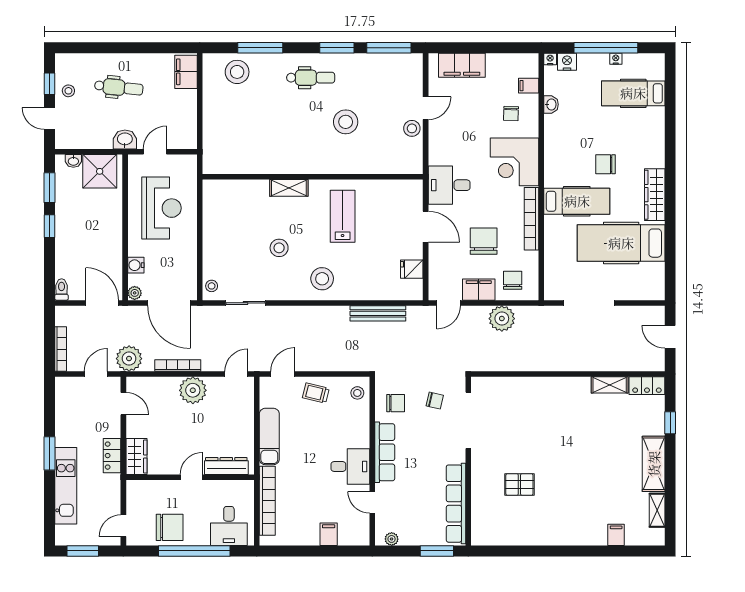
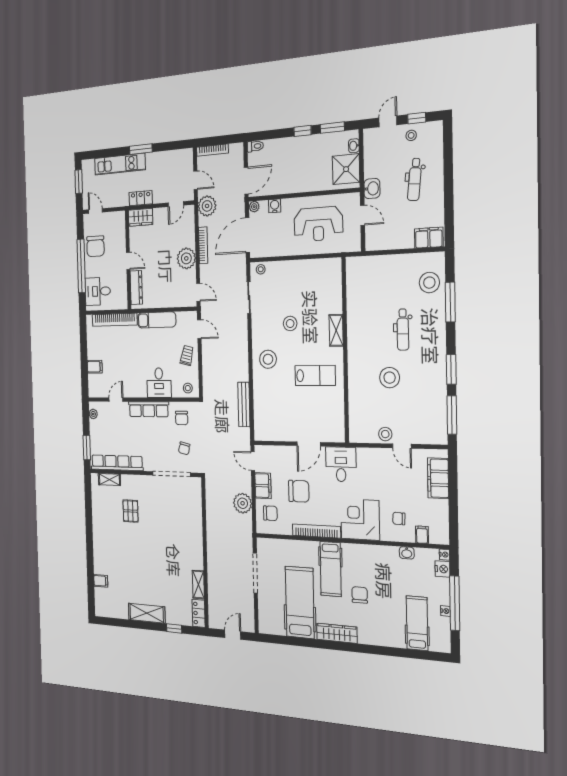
dental chair: (311, 78) -> (403, 330), moved
fridge: (412, 269) -> (277, 432), removed
desk: (350, 467) -> (159, 383), moved
shelving: (657, 510) -> (109, 479), moved

